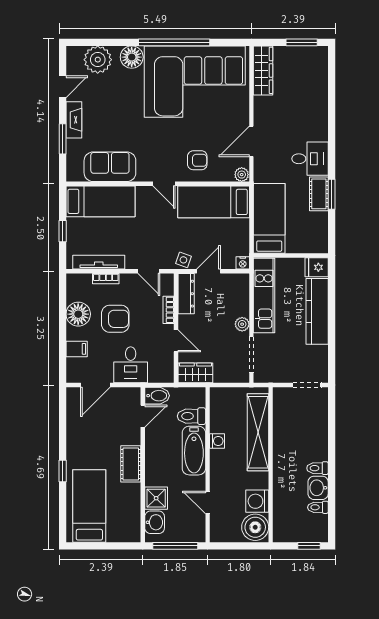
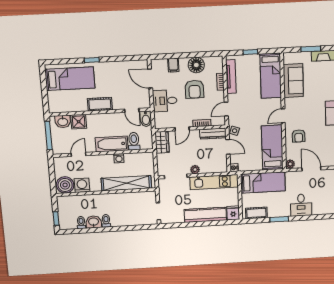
cot: (319, 194) -> (256, 213), moved

